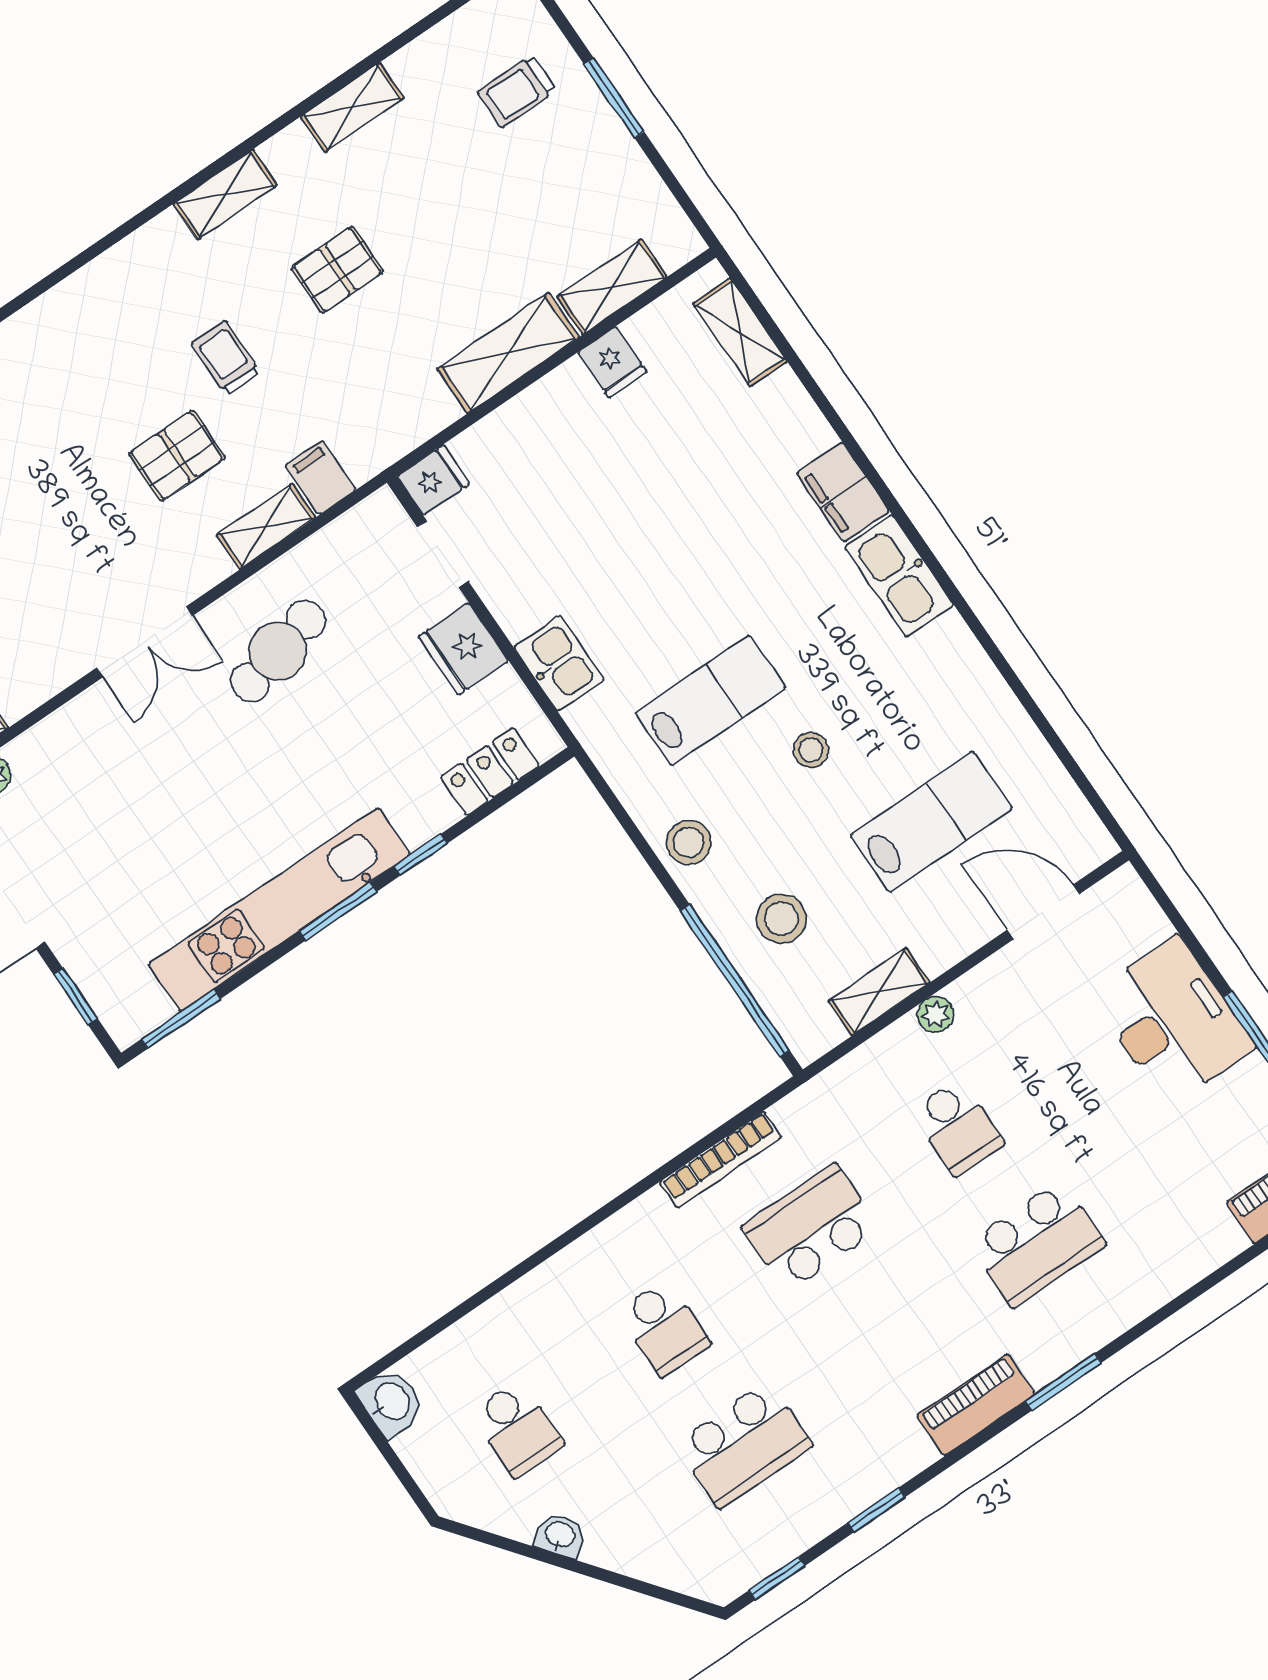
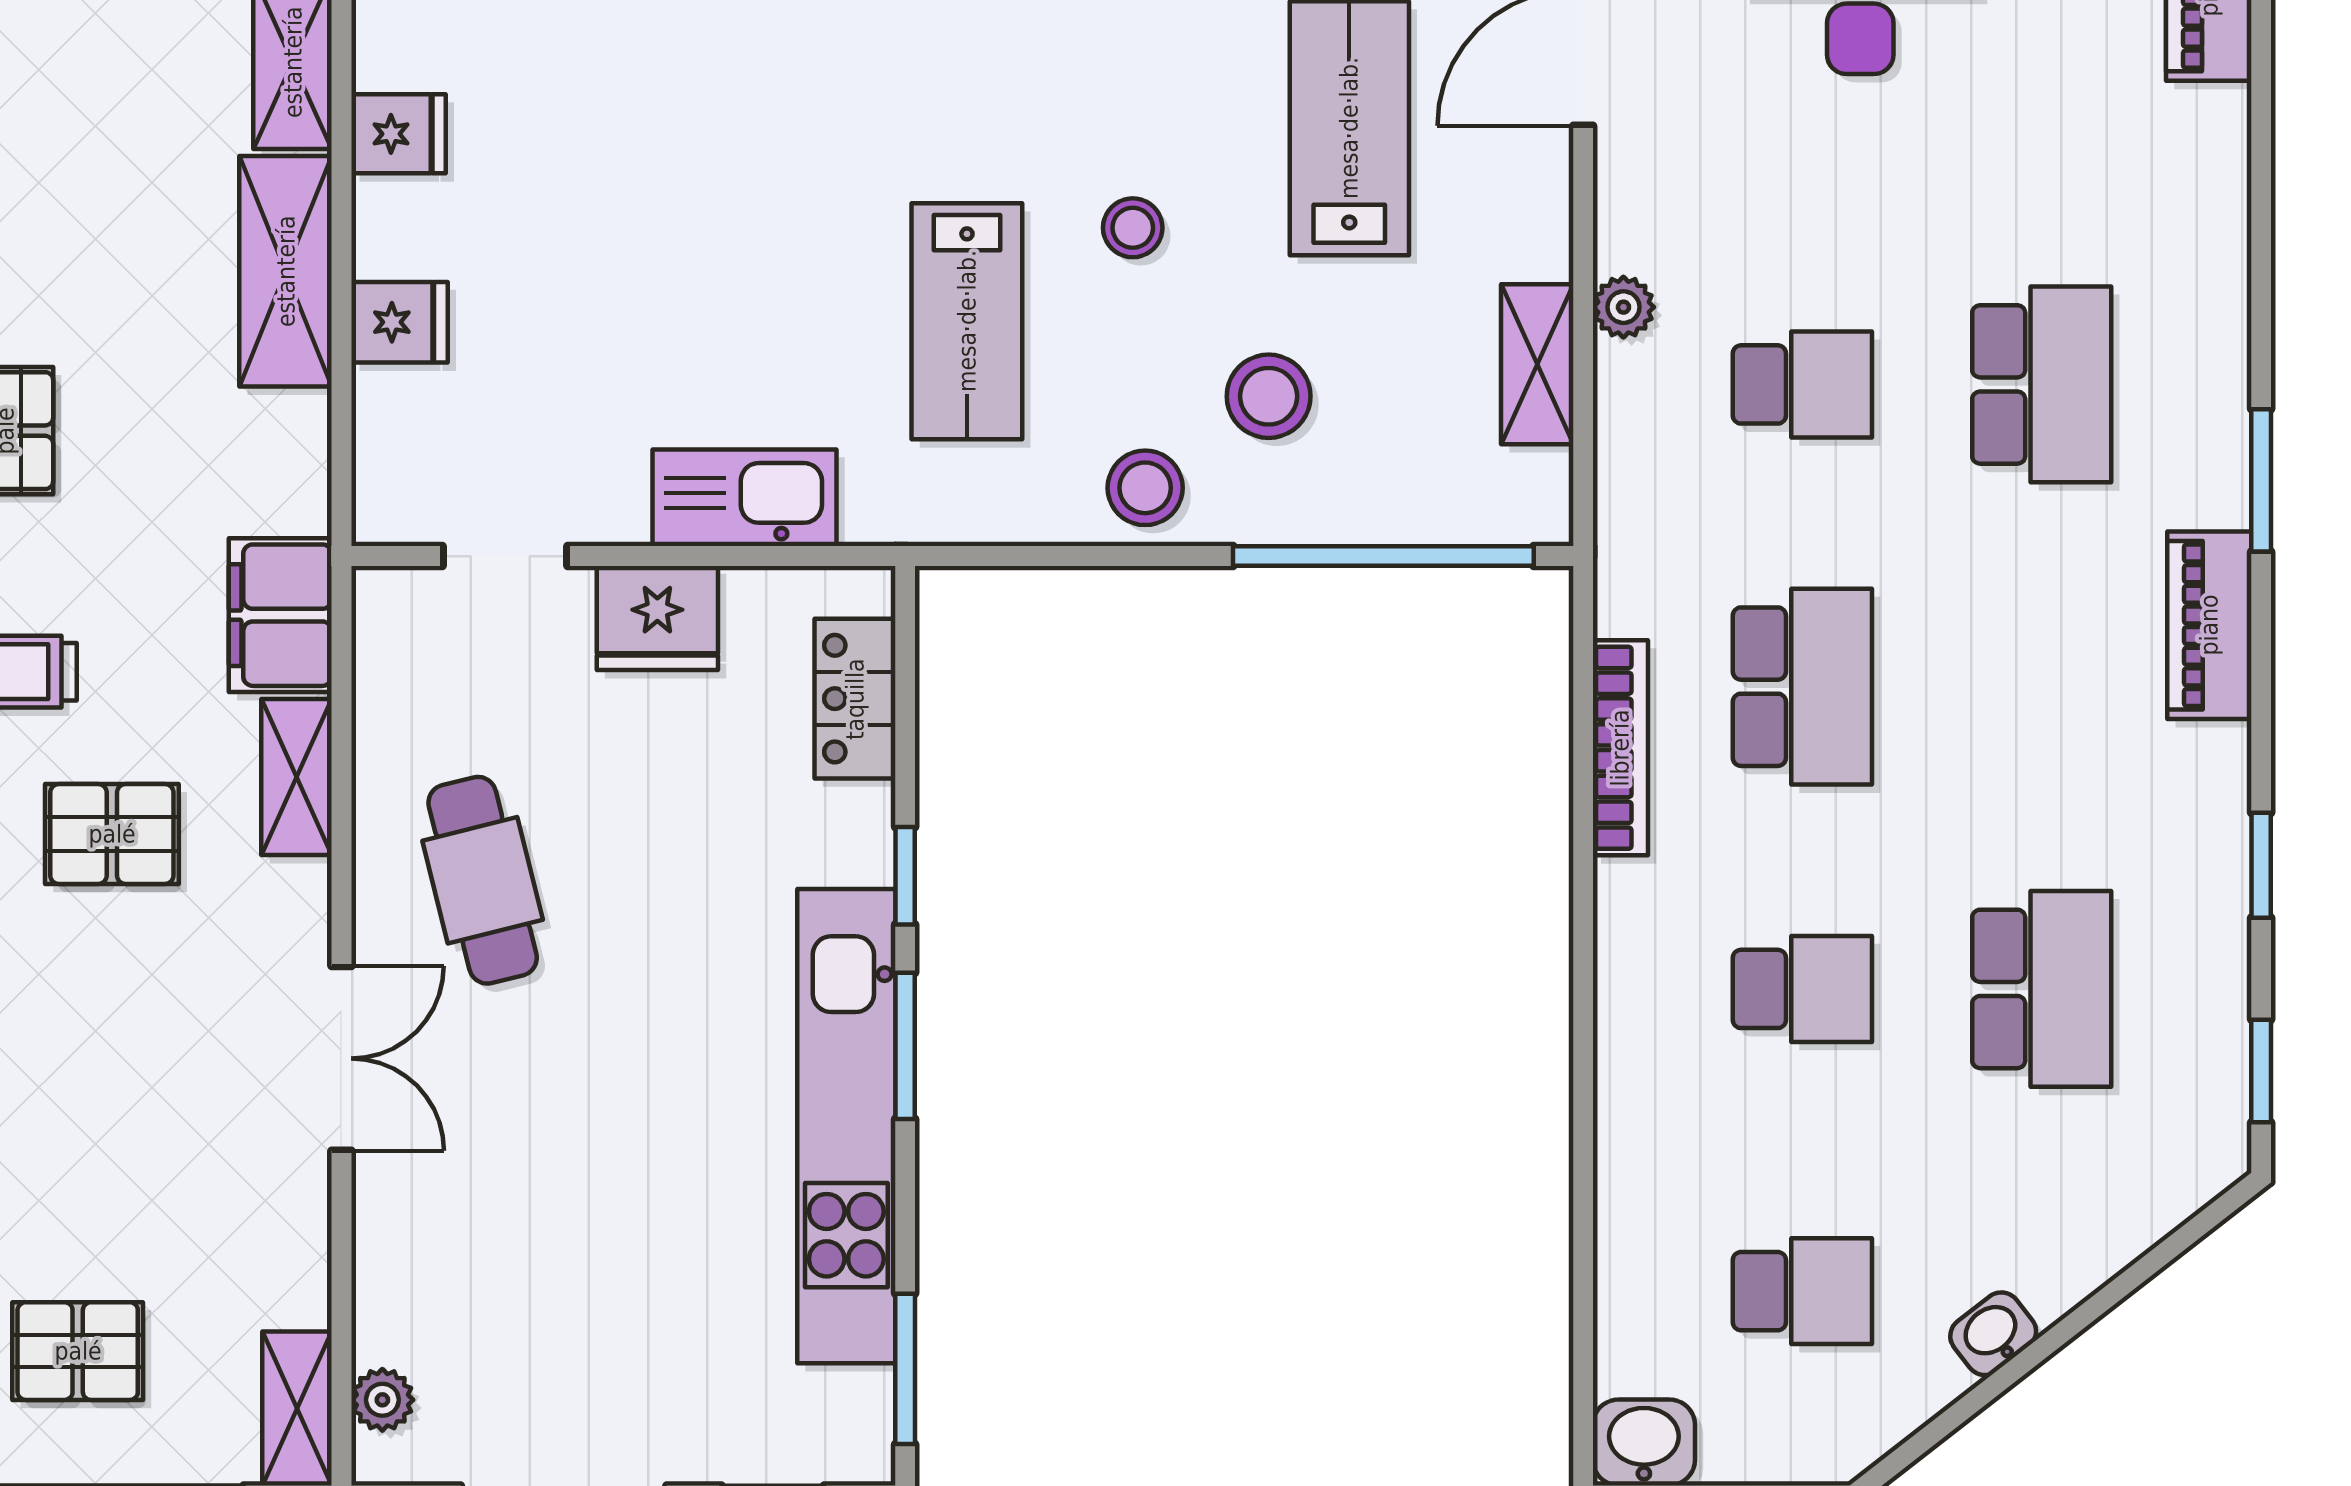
pallet: (177, 456) -> (112, 834), turned 90
filing cabinet: (321, 478) -> (280, 615), width x2.00
fridge: (433, 480) -> (400, 322), moved, turned 90
kitchen sink: (559, 663) -> (745, 498), width x1.38
lab bench: (710, 700) -> (967, 321), turned 180
stool: (781, 919) -> (1269, 396), moved
school desk: (811, 1228) -> (1802, 687), turned 180

